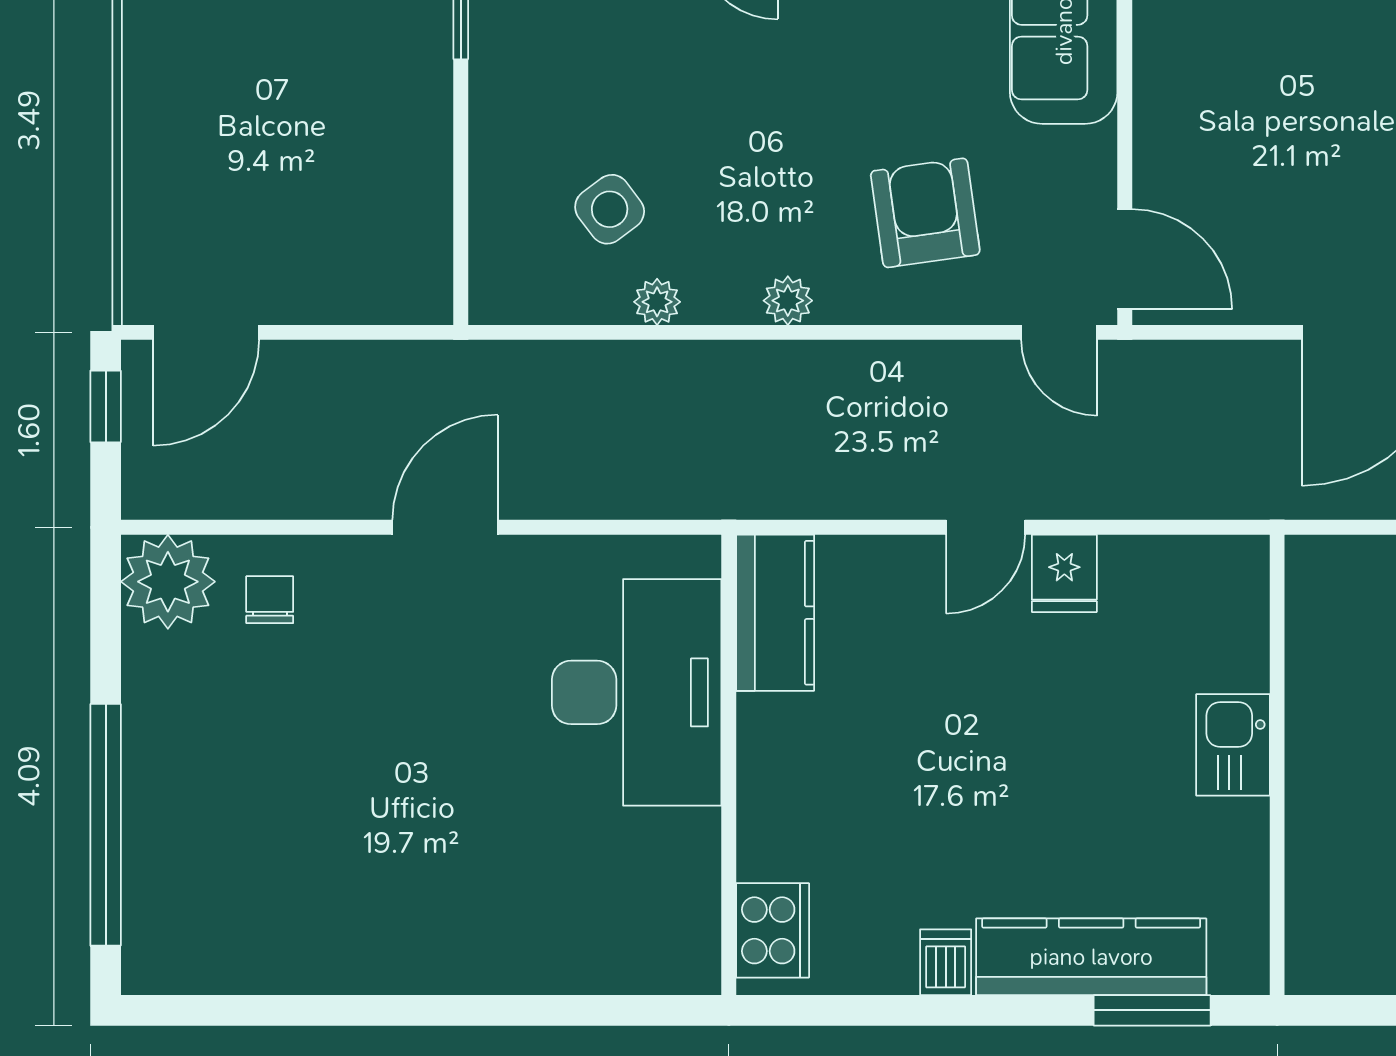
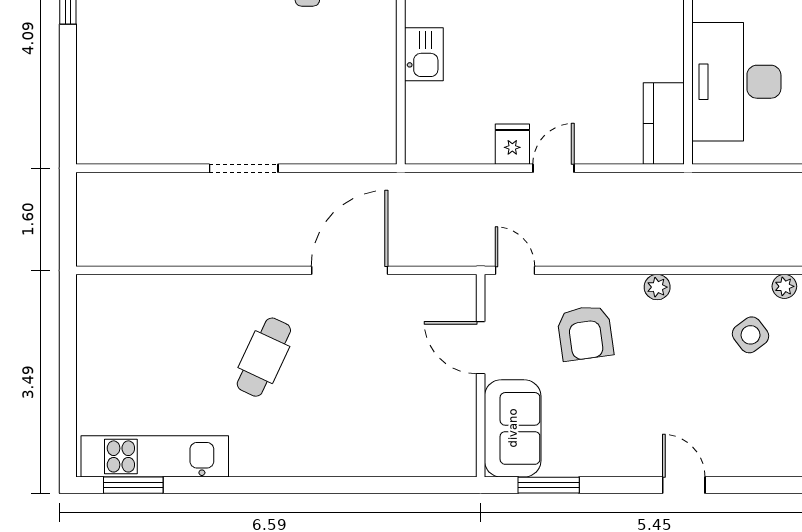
door: (1125, 259) -> (481, 348), moved
plant: (657, 302) -> (784, 286), moved

